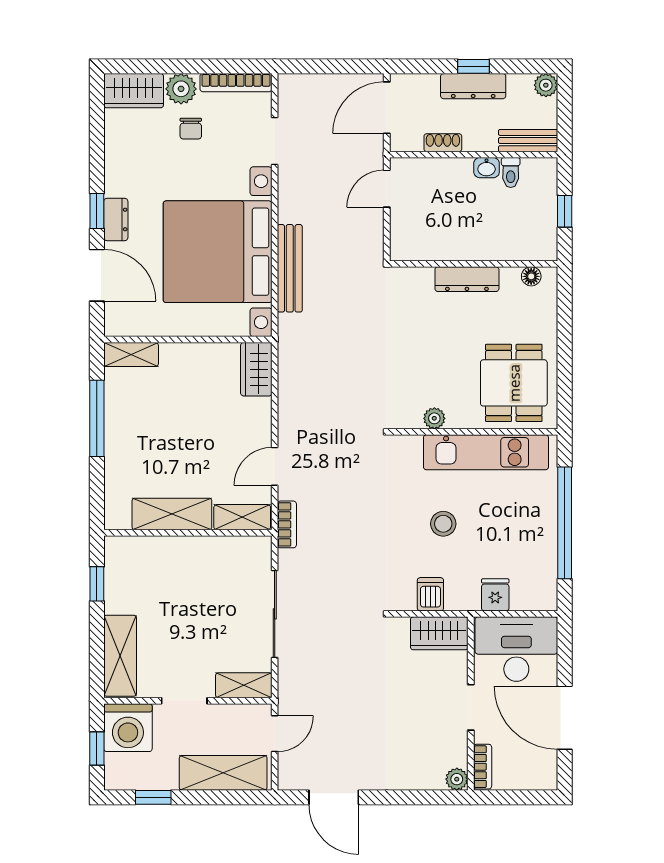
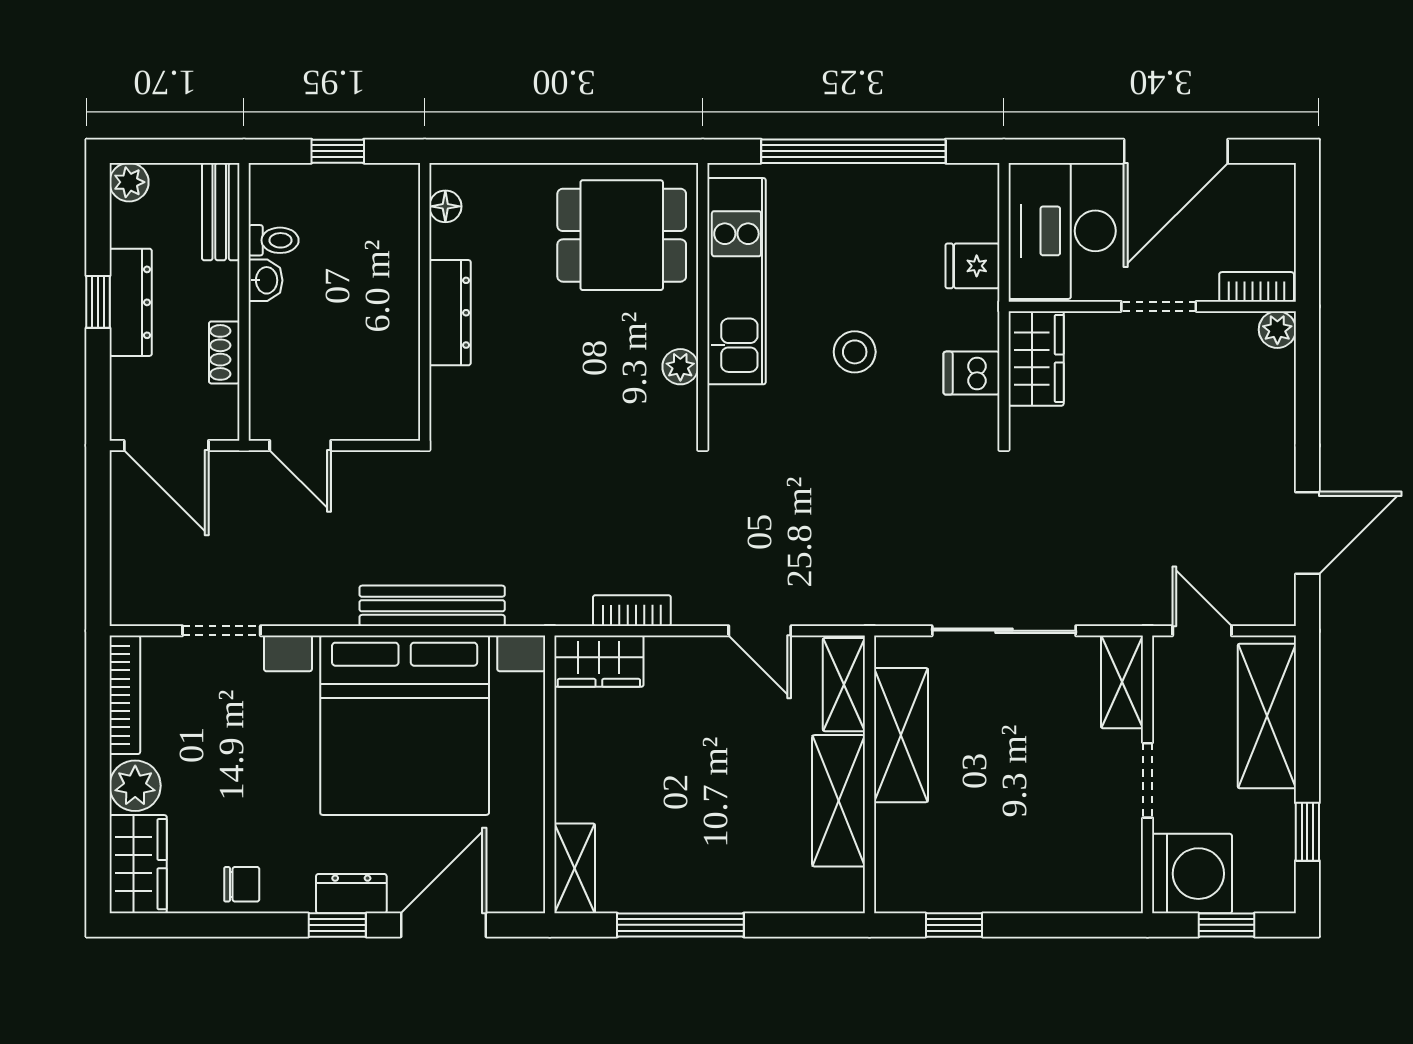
chair: (191, 129) -> (242, 884), moved
bookcase: (287, 524) -> (632, 611), moved
shelving: (120, 656) -> (901, 735), moved, turned 90

